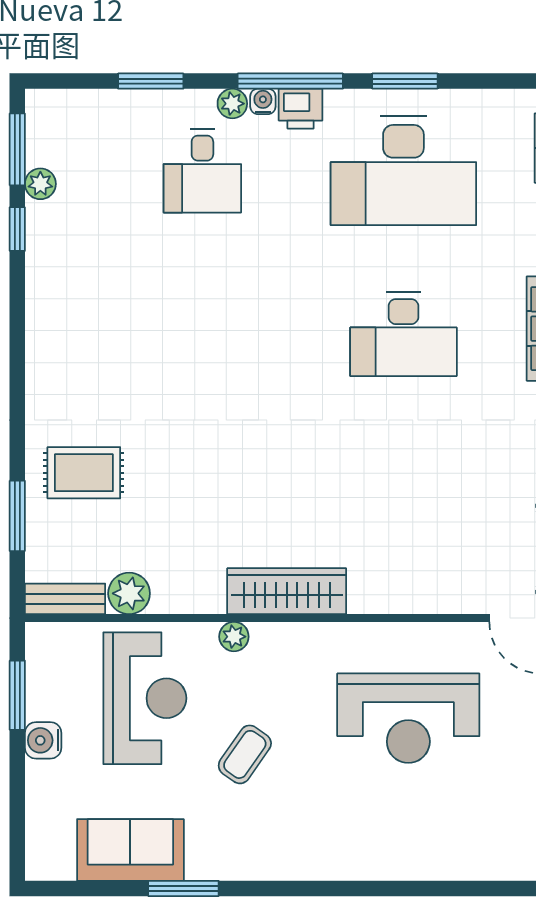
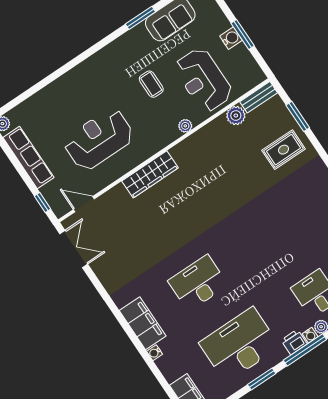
wardrobe: (287, 591) -> (150, 174), moved
window: (17, 695) -> (243, 35), moved
coffee table: (245, 754) -> (151, 84), turned -35

